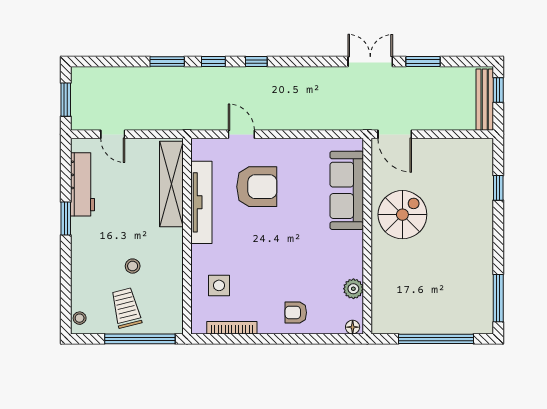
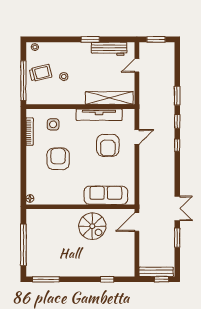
plant: (353, 289) -> (51, 199), removed
armchair: (296, 313) -> (58, 159), moved, width x1.88, depth x1.88

